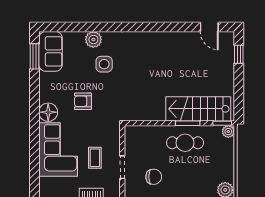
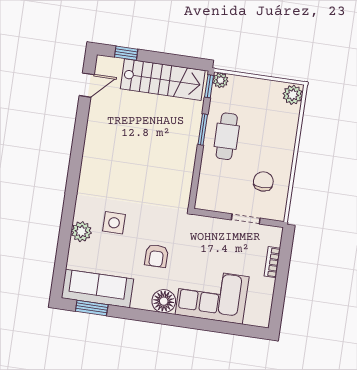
sofa: (51, 51) -> (97, 288), width x1.36
stairs: (198, 109) -> (163, 80), moved, turned -90
coffee table: (95, 158) -> (229, 251), removed

